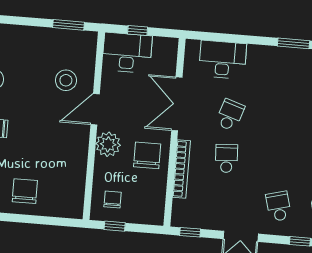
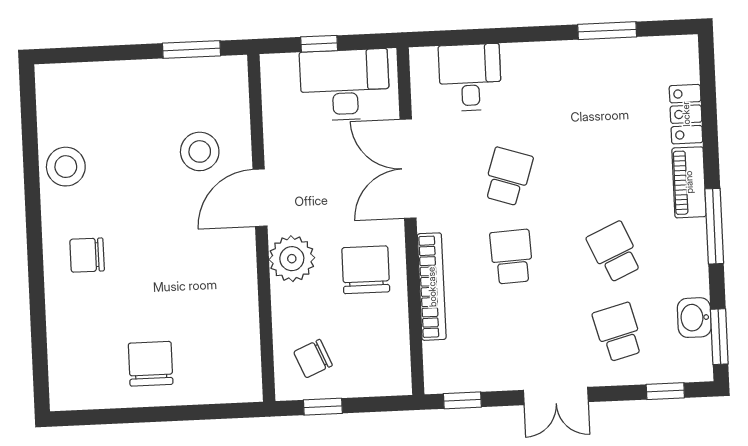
desk: (127, 53) -> (345, 85), moved
desk: (223, 60) -> (470, 77), width x0.73
school desk: (282, 163) -> (614, 252), added
chair: (113, 200) -> (313, 359), turned -113

